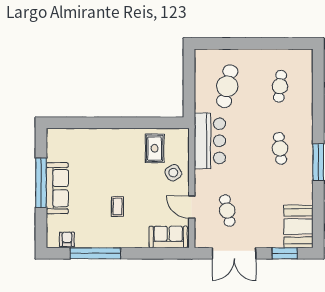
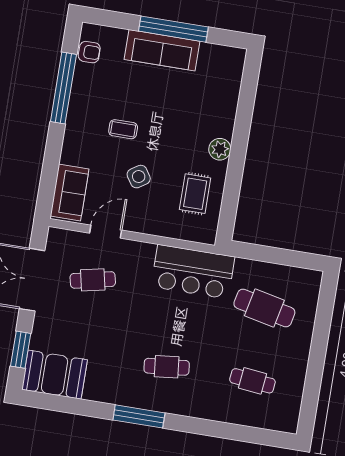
plant: (120, 136) -> (220, 149), added
rug: (155, 148) -> (195, 194), turned 90
side table: (173, 173) -> (139, 177), moved

